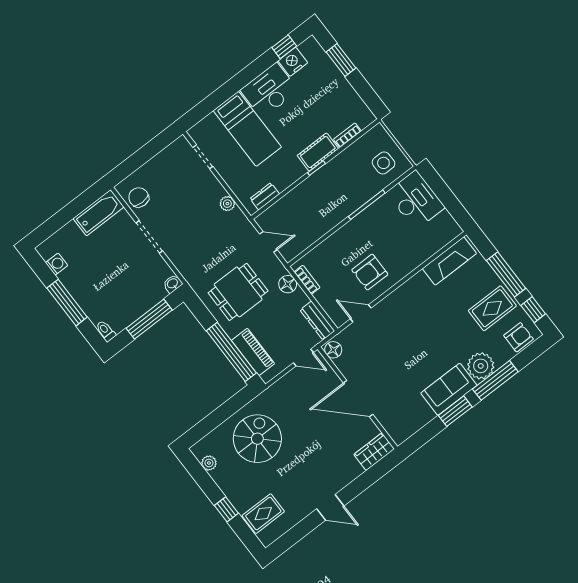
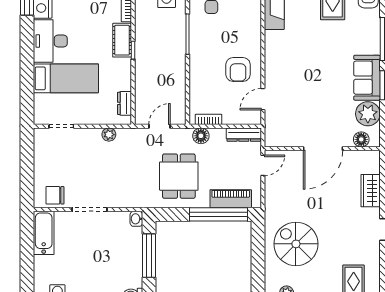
floor lamp: (333, 350) -> (361, 139), moved
plant: (481, 366) -> (368, 114), moved
wardrobe: (374, 452) -> (371, 191), moved

